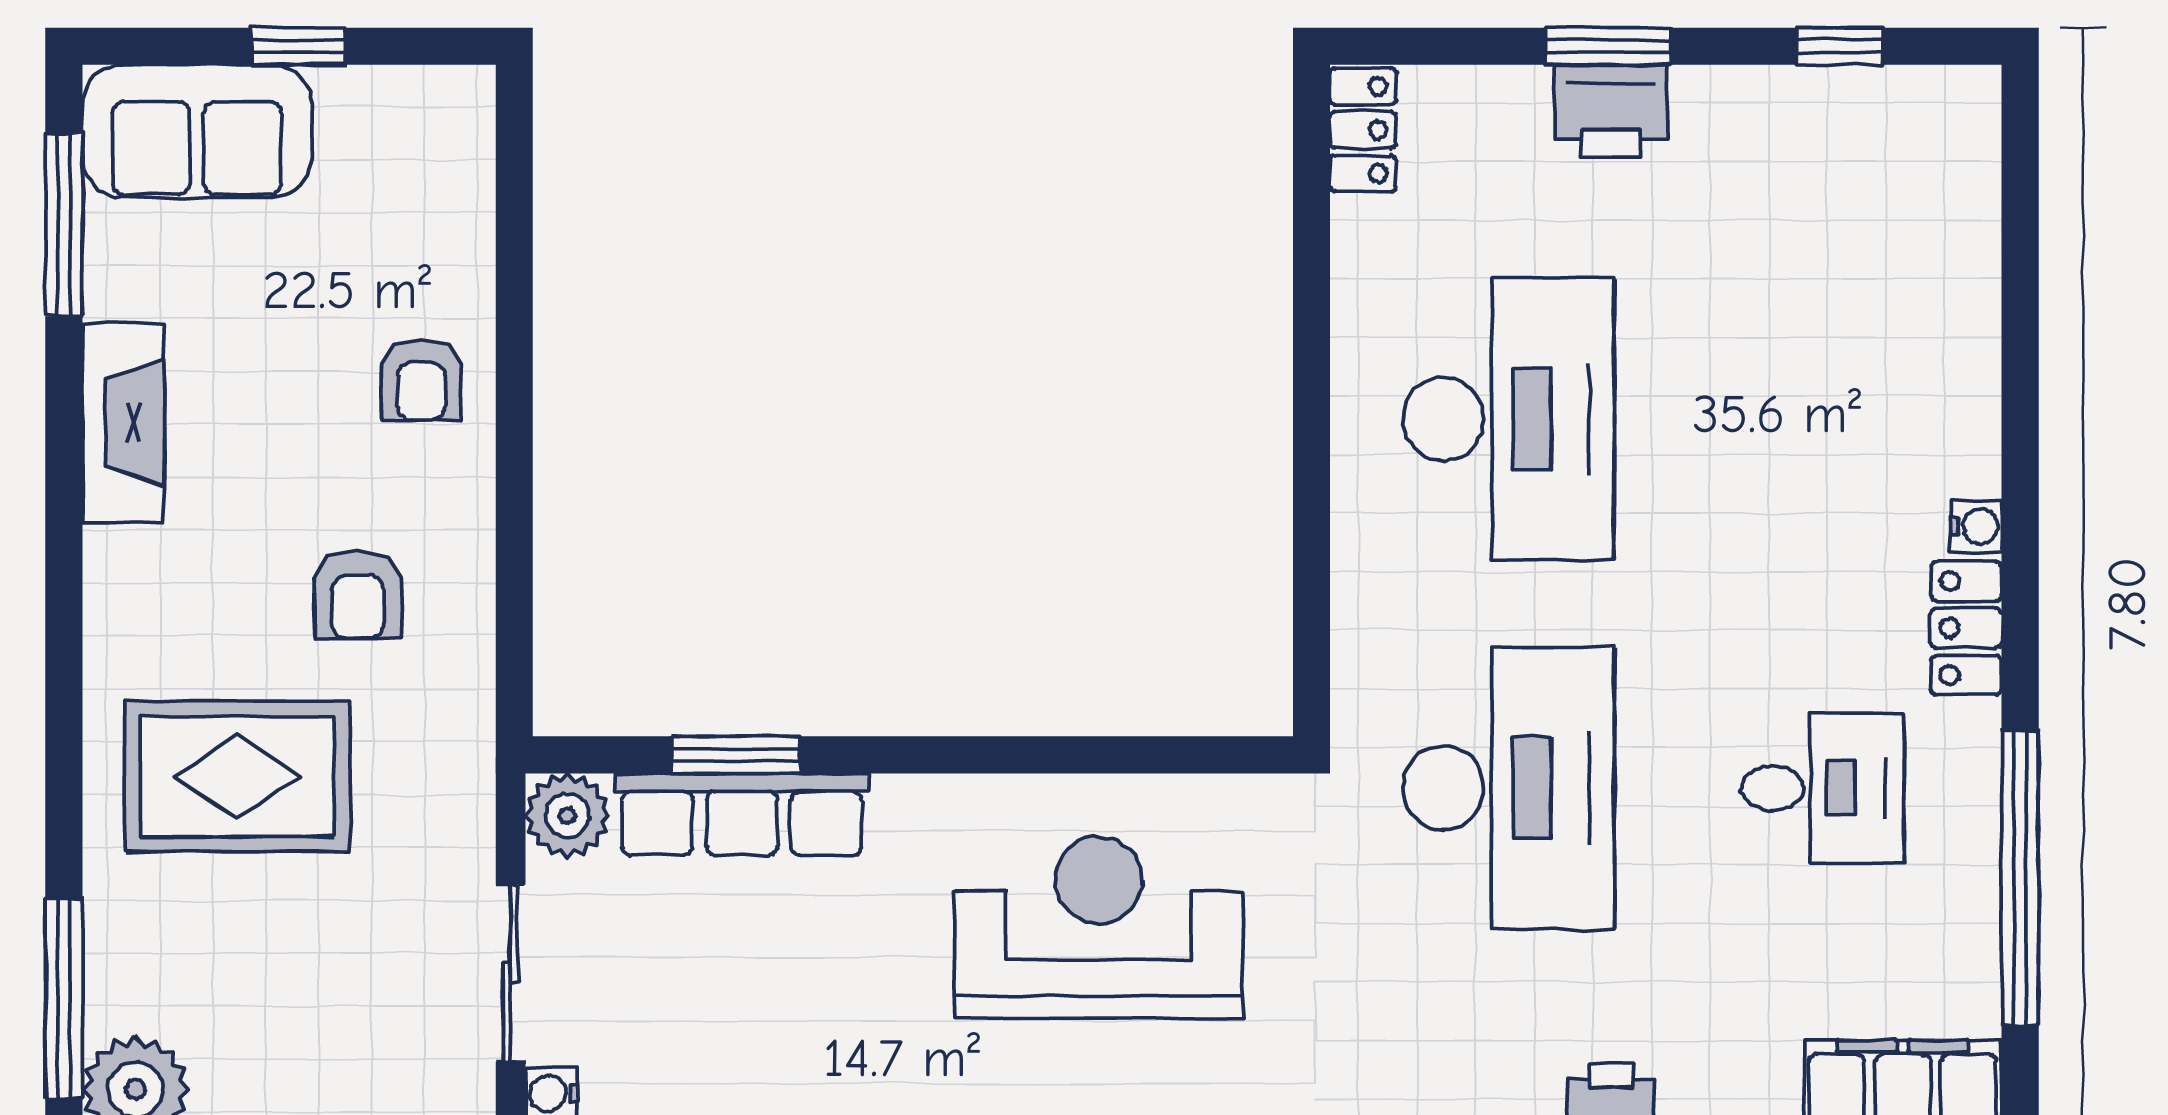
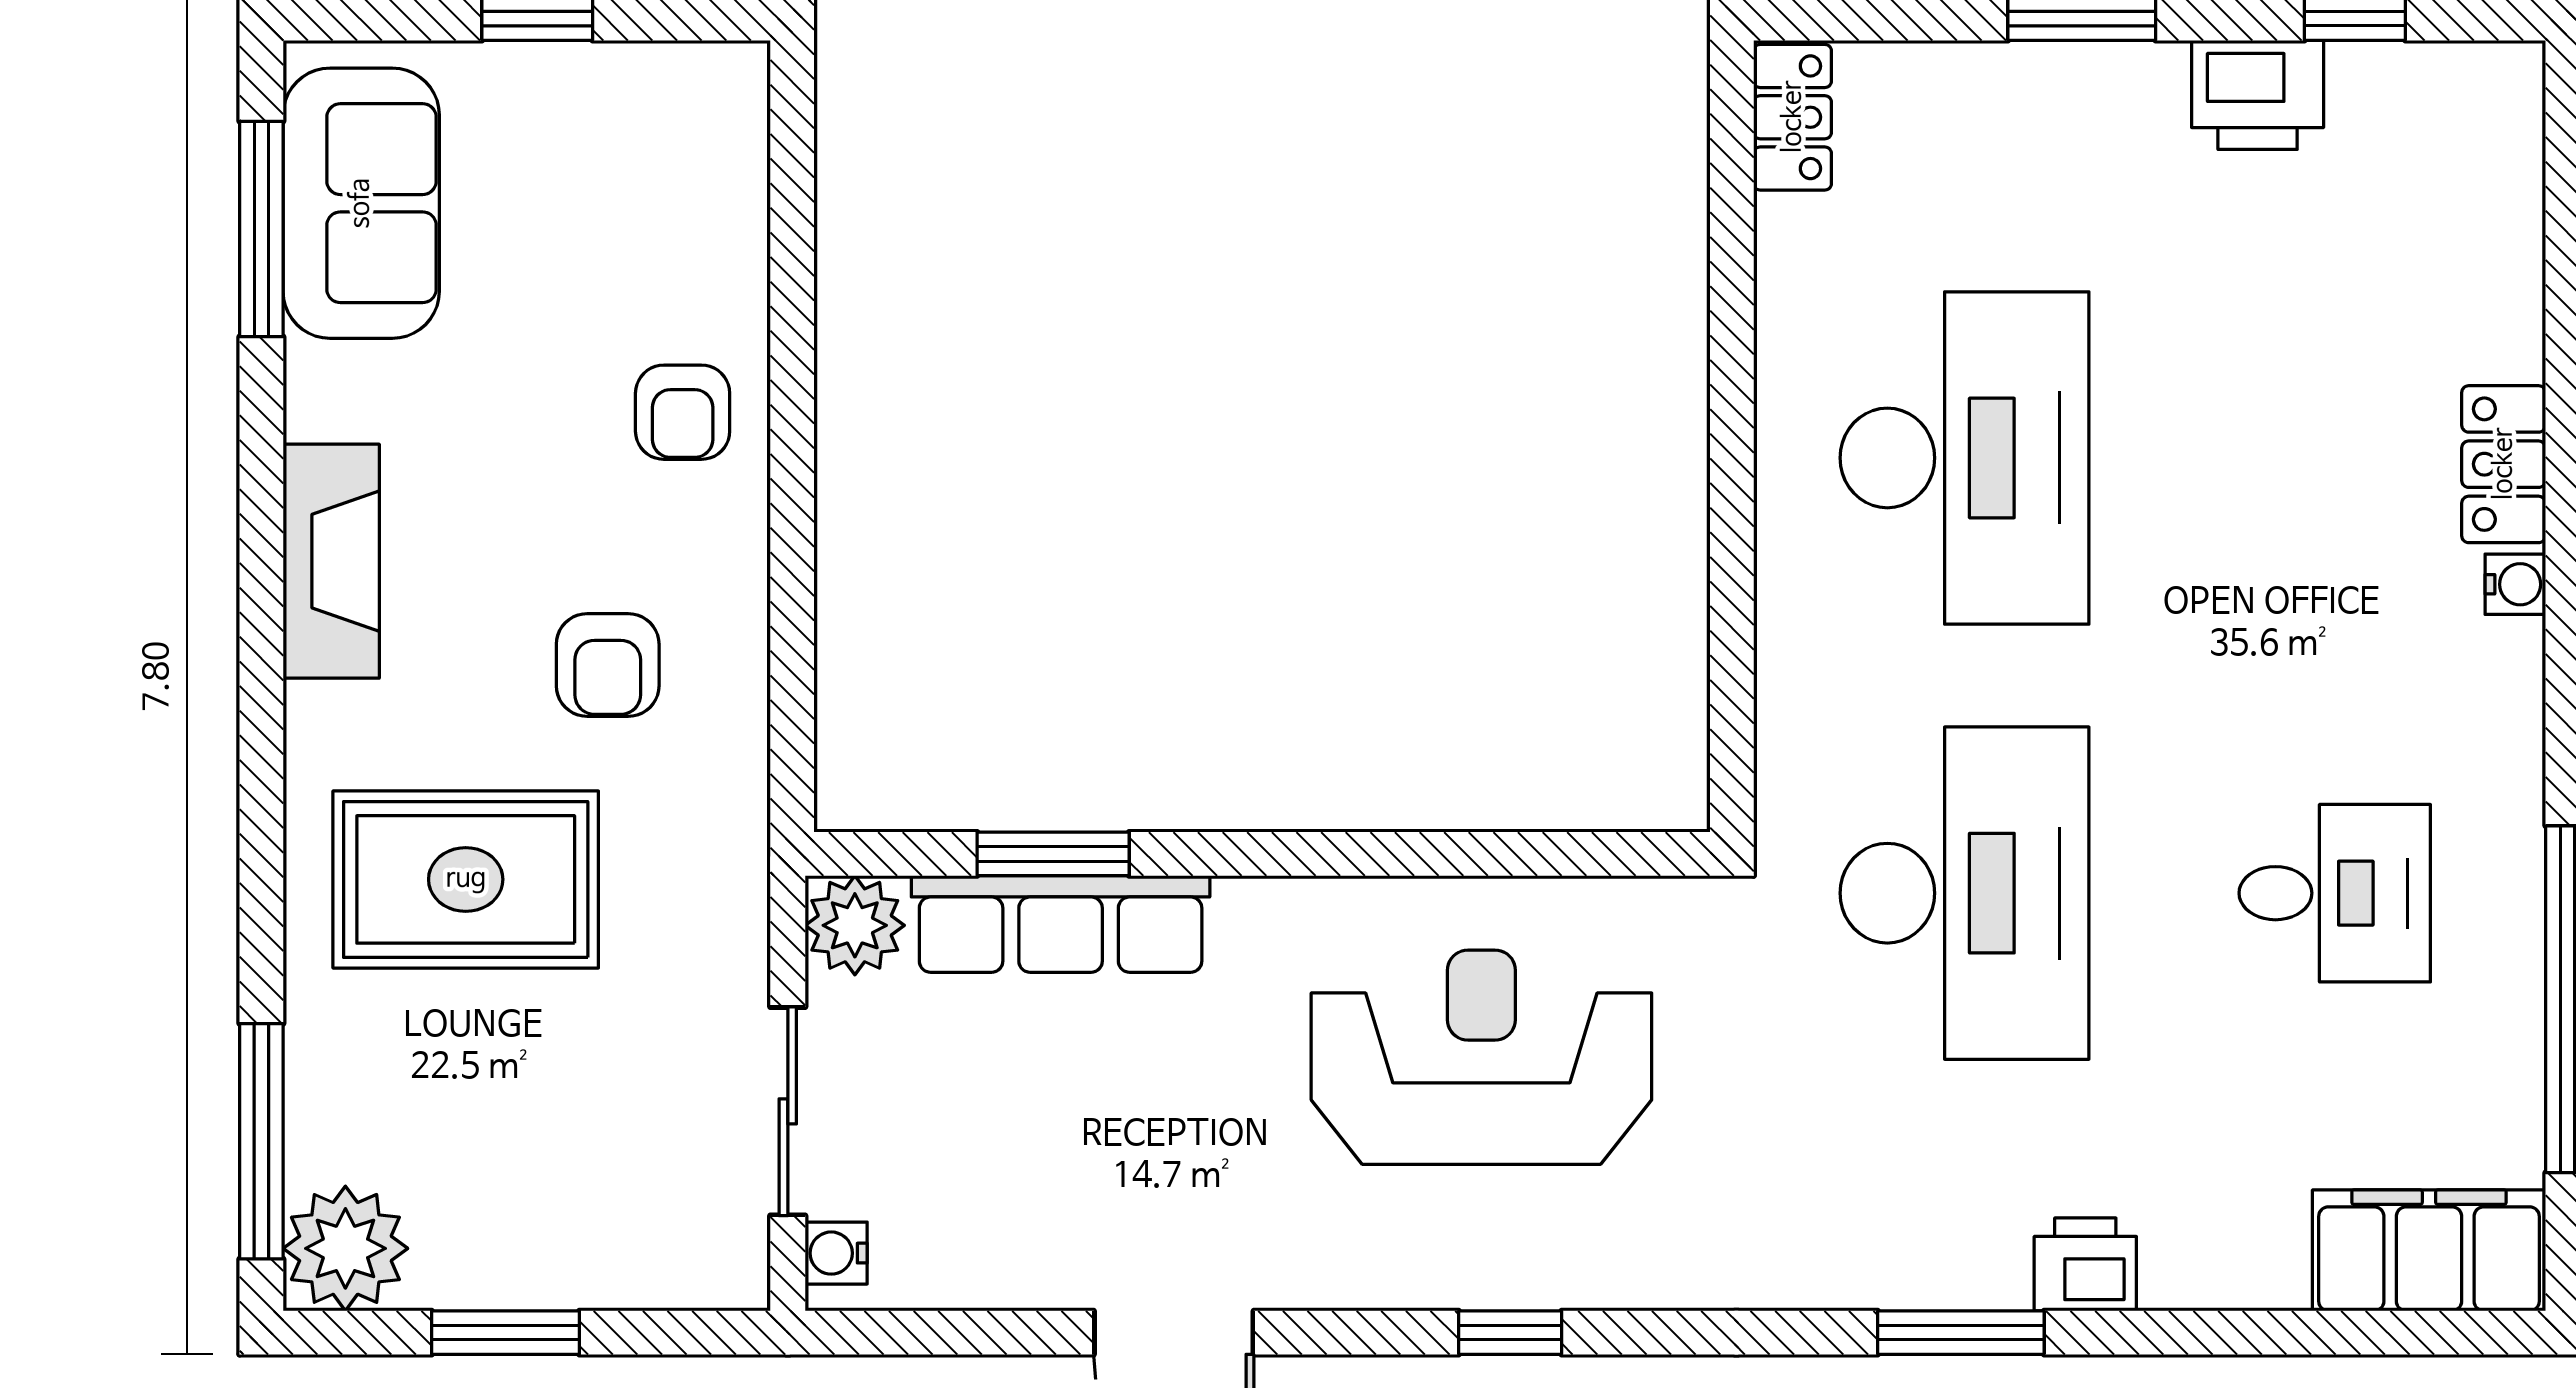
printer: (1611, 111) -> (2258, 95), moved
sofa: (197, 131) -> (361, 203), moved, turned -90
fireplace: (123, 423) -> (331, 561), moved
locker: (1966, 628) -> (2504, 464), moved

